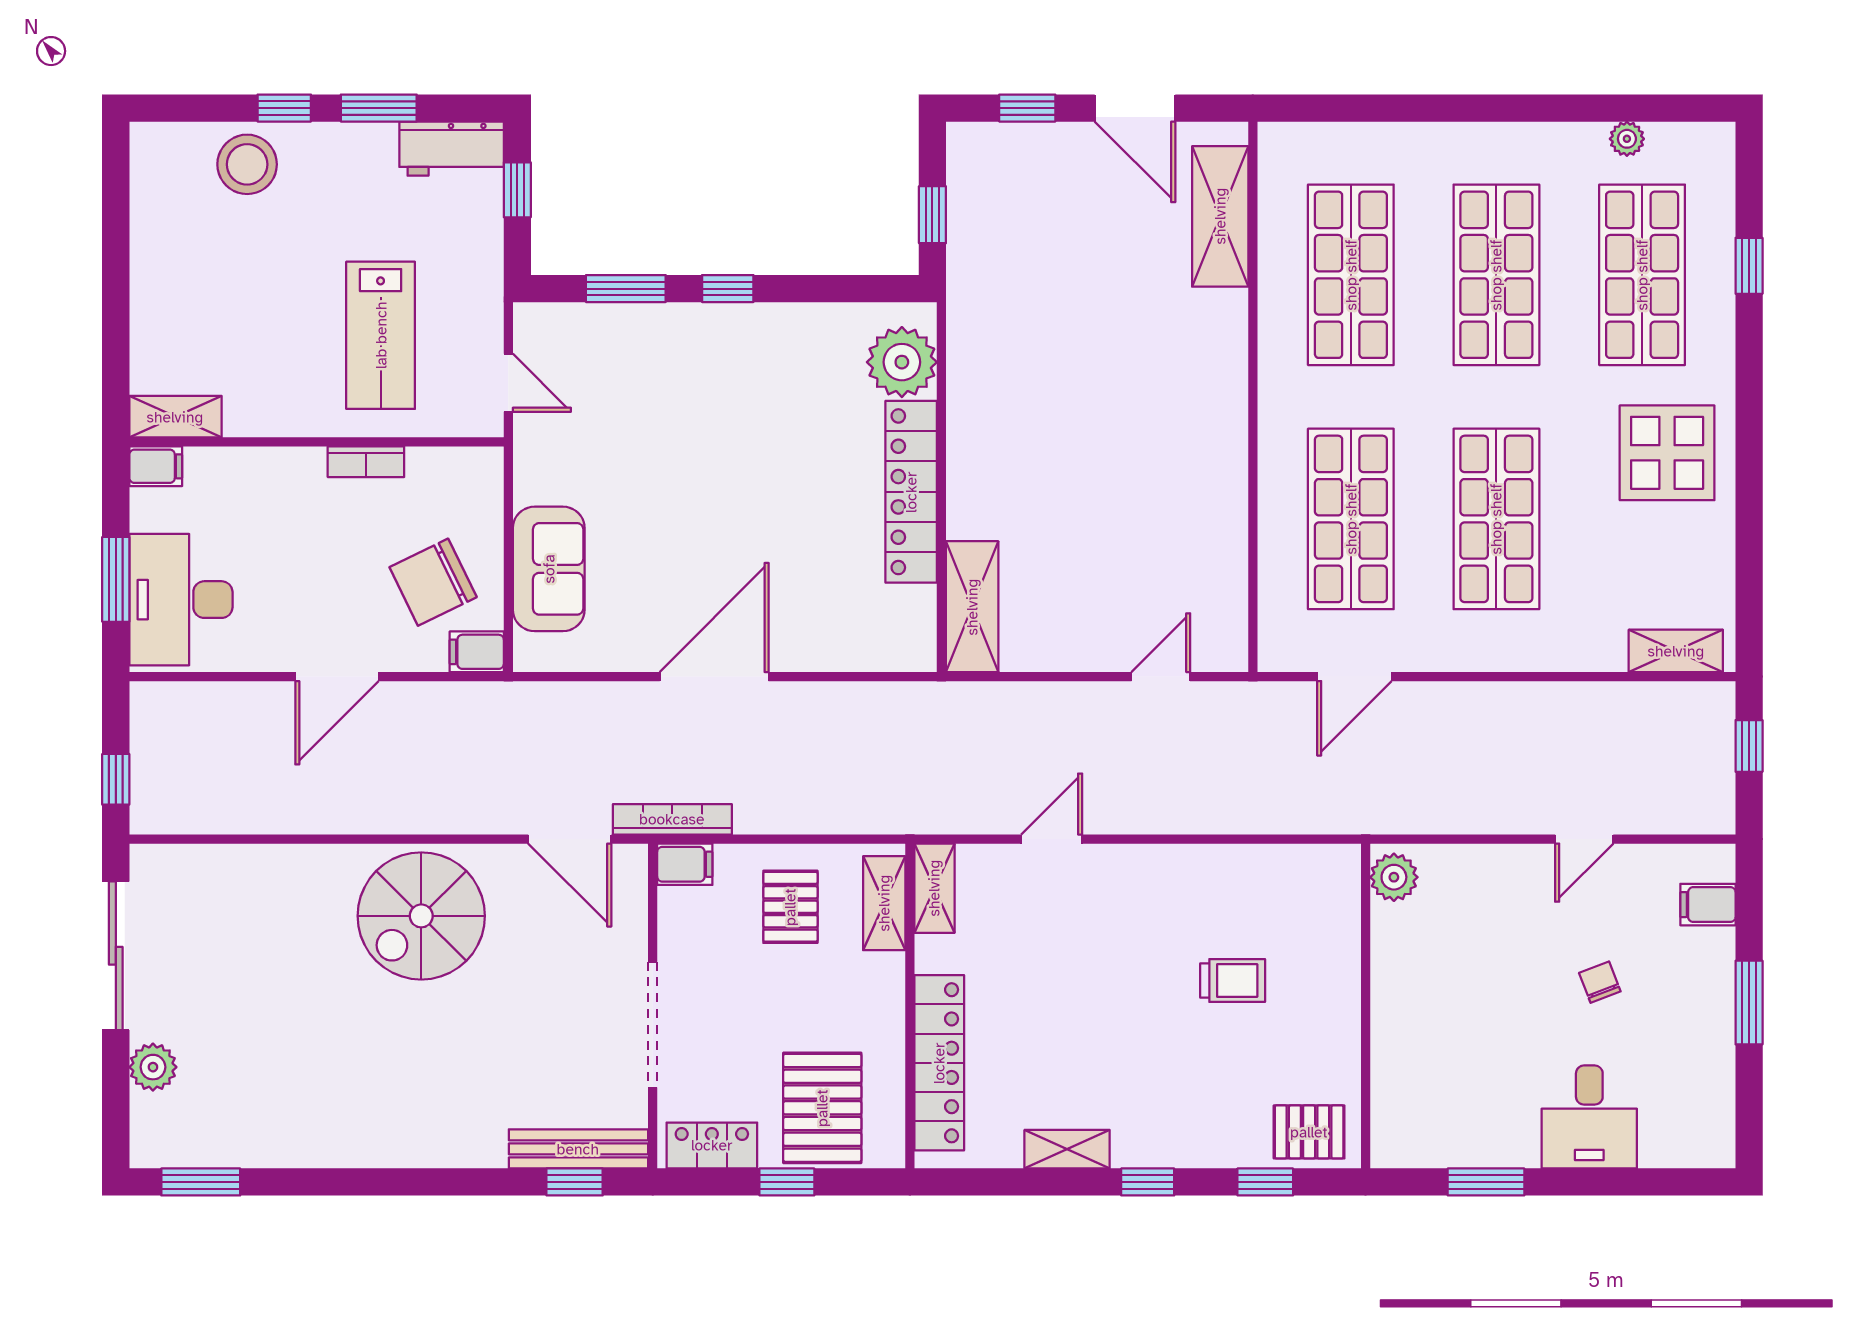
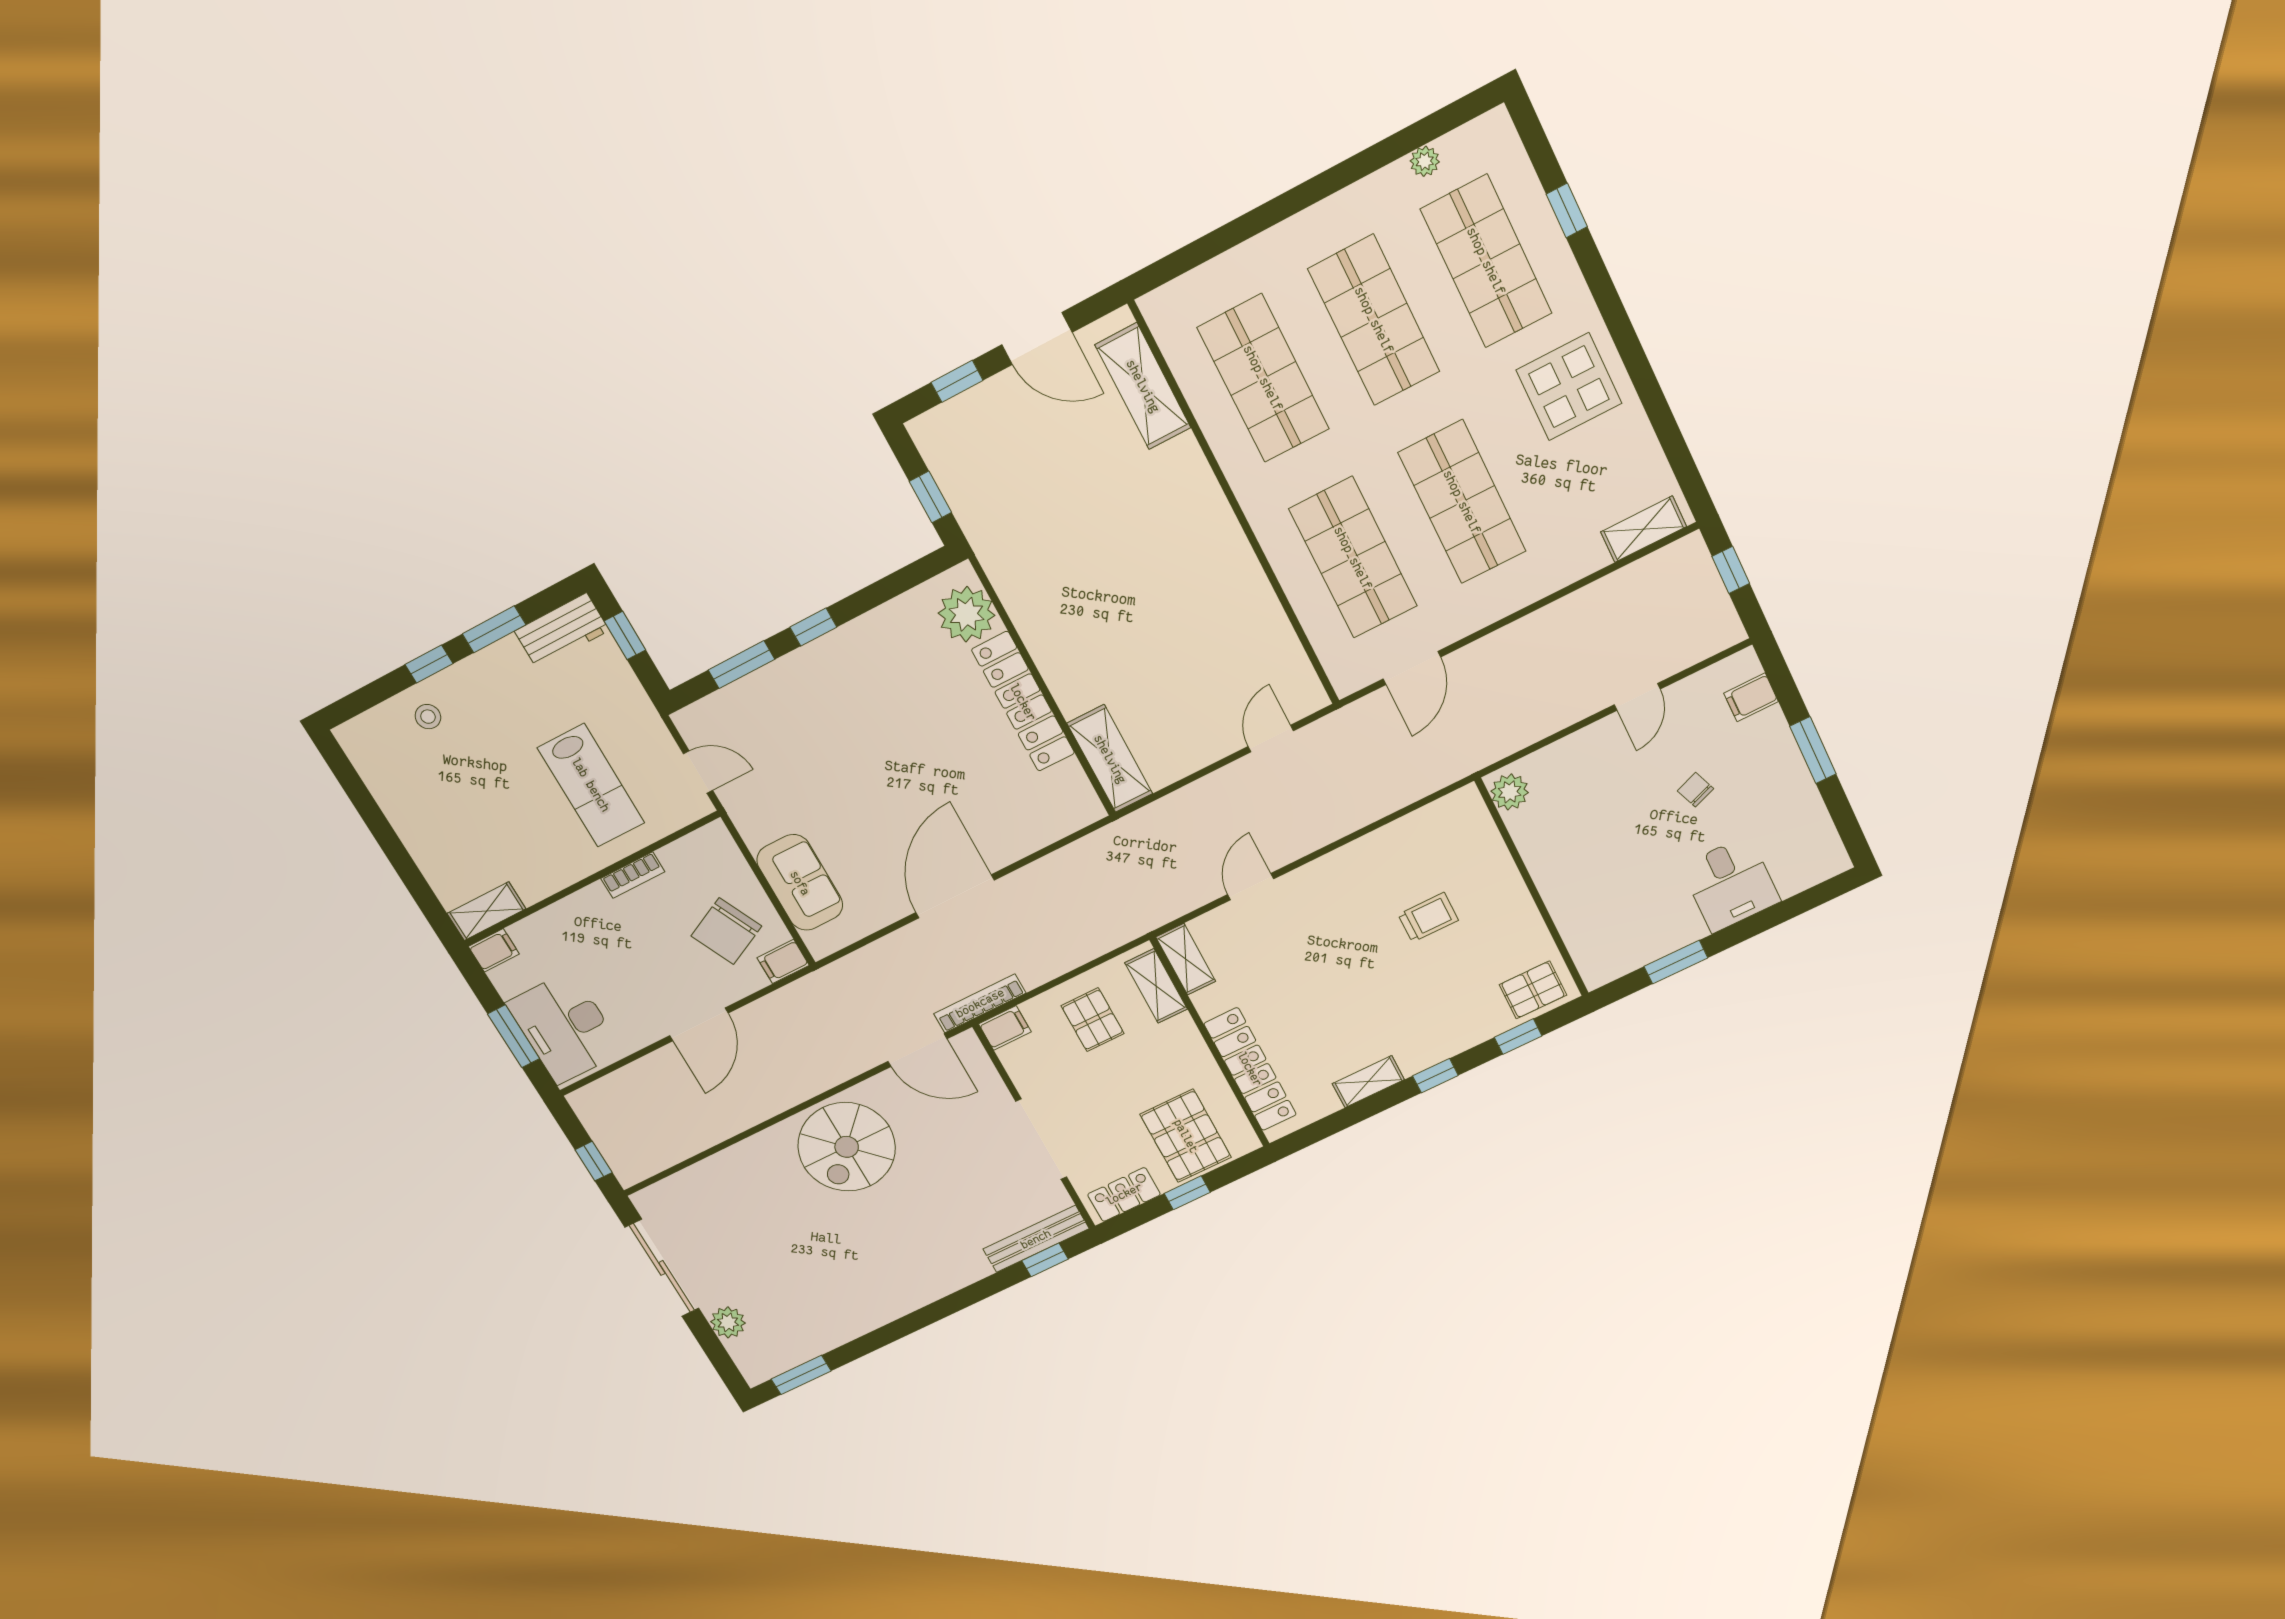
stool: (247, 164) -> (428, 717), width x0.53, depth x0.53

